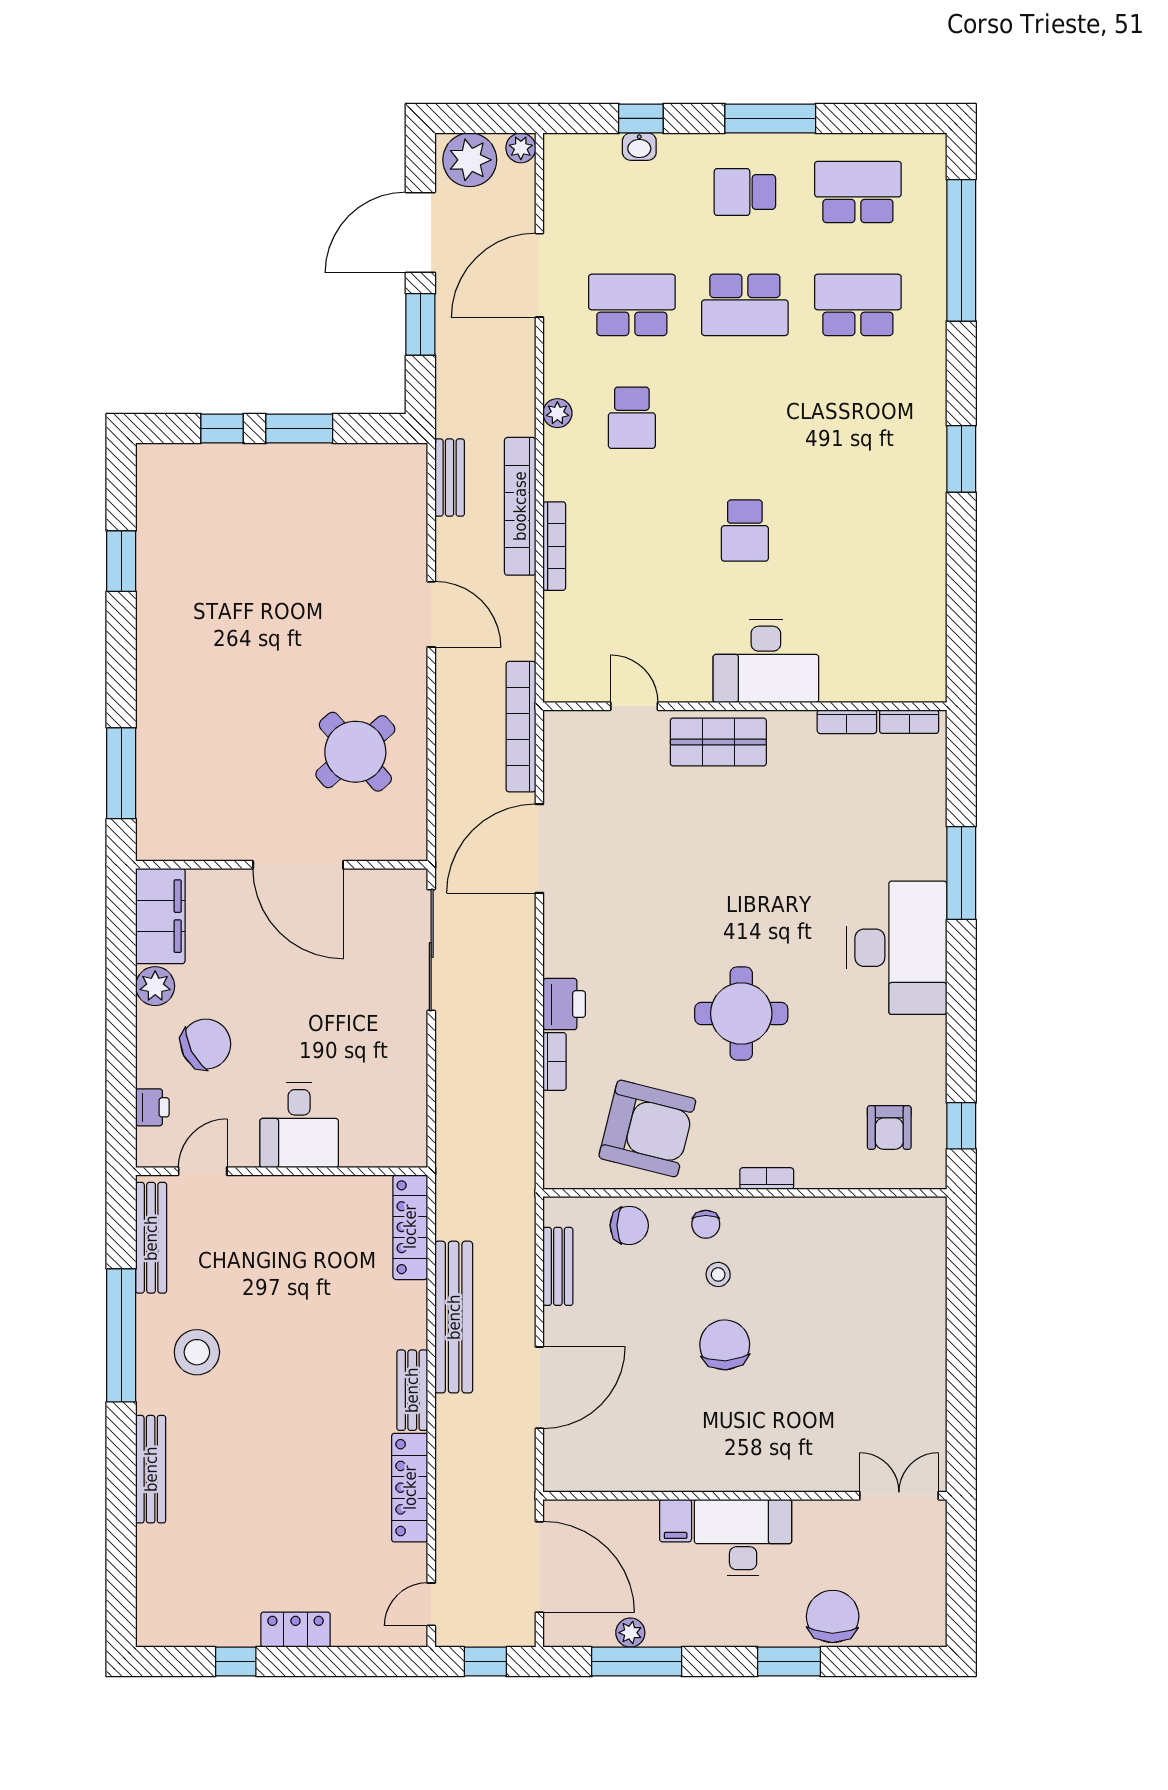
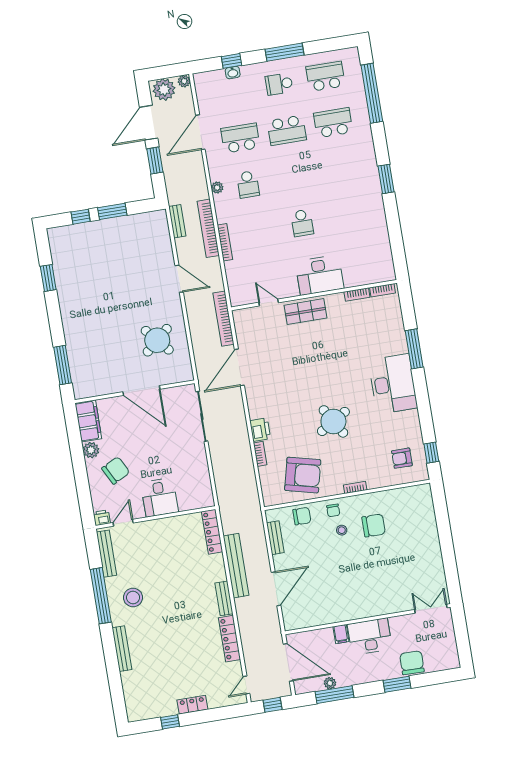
round table: (741, 1013) -> (333, 421), turned -31
printer: (152, 1107) -> (102, 518), moved, turned -90
armchair: (889, 1127) -> (402, 458), turned 90
chair: (725, 1345) -> (374, 525), moved, turned 93

